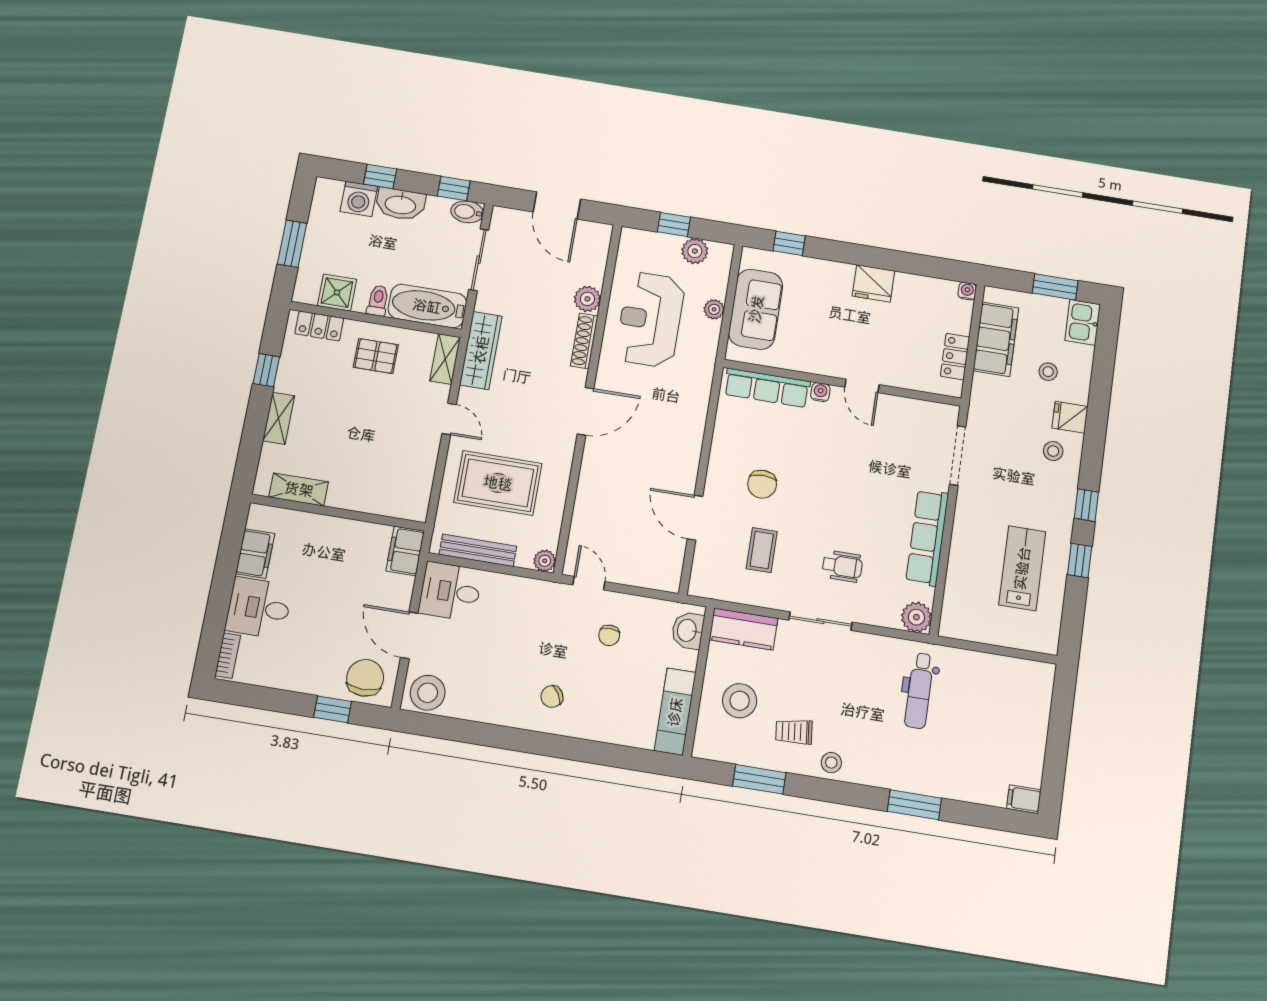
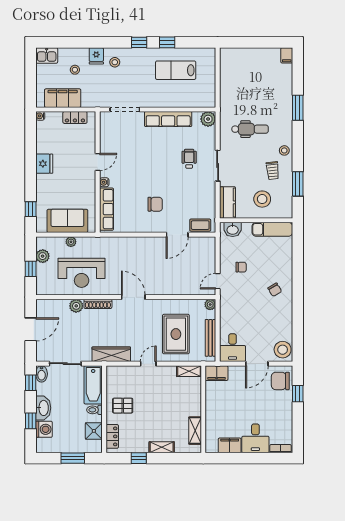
window: (1055, 287) -> (31, 72), removed
pallet: (376, 356) -> (123, 406), turned 90
shelving: (445, 359) -> (189, 371), moved
coffee table: (762, 550) -> (200, 225), moved
dental chair: (919, 691) -> (250, 129), moved

